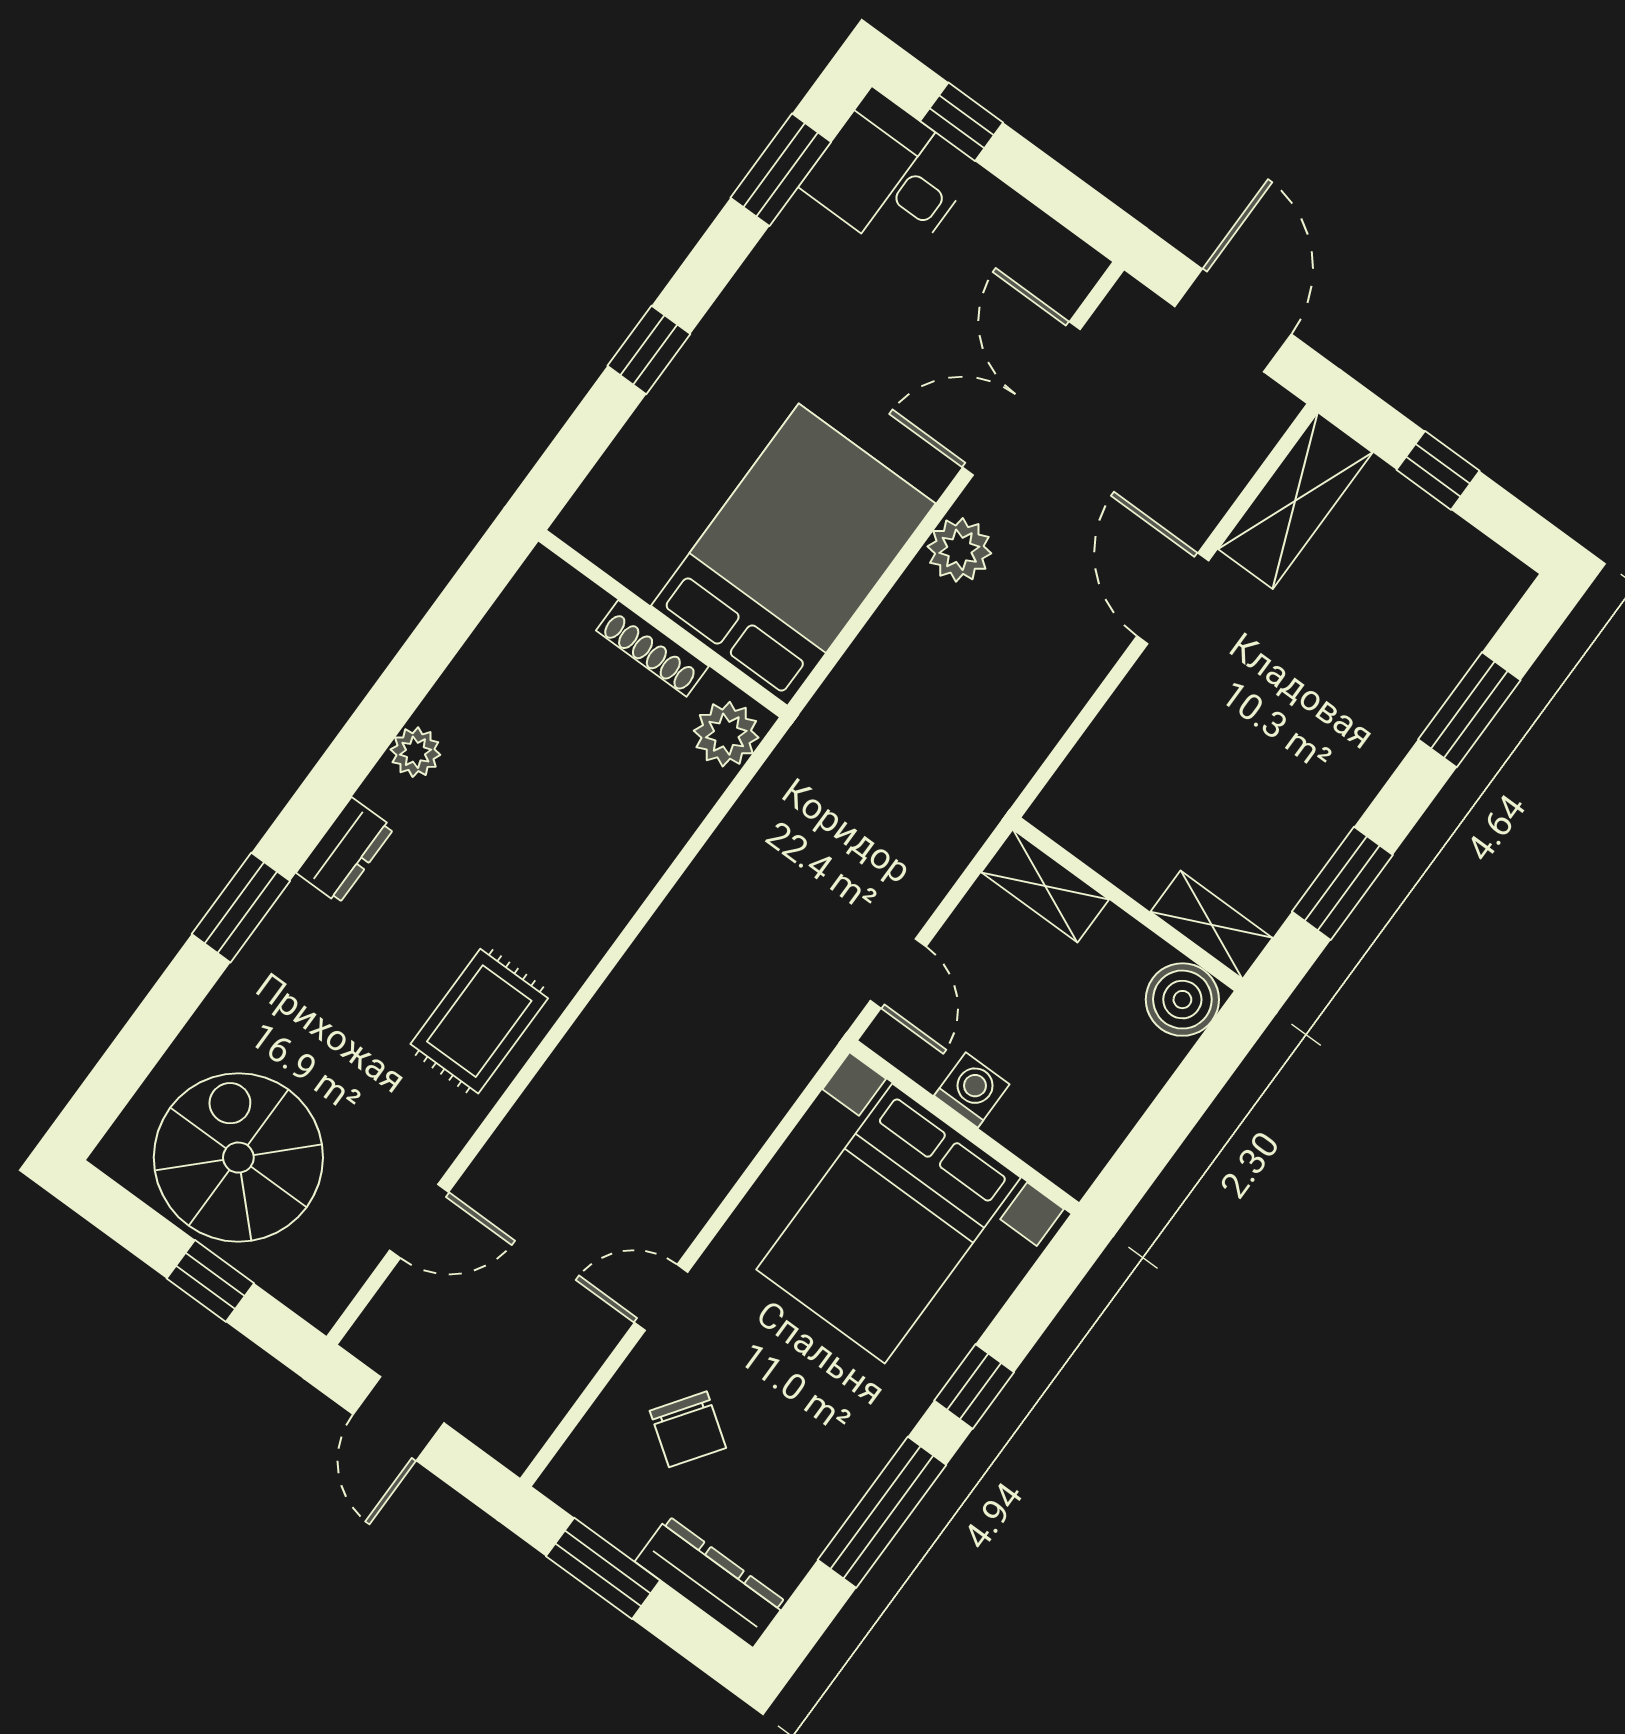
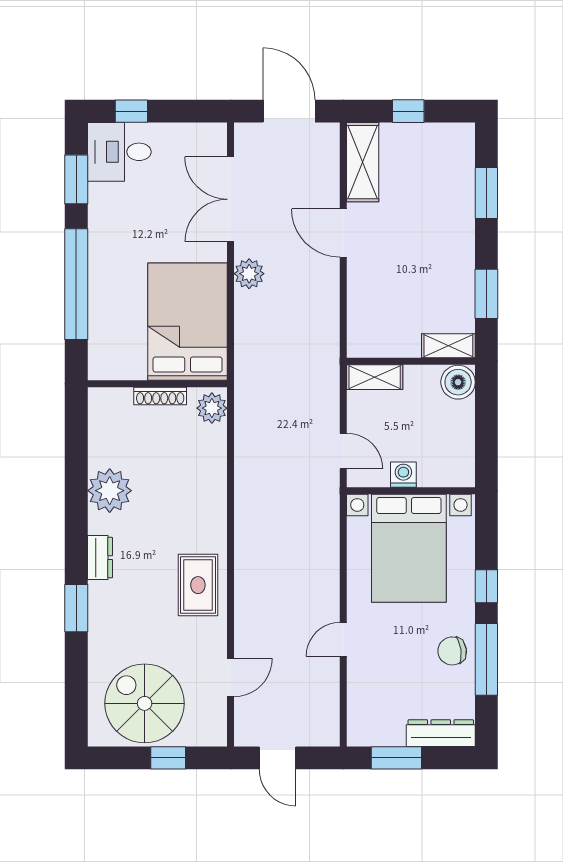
window: (649, 350) -> (76, 284), width x3.17
plant: (415, 752) -> (110, 491), width x1.88, depth x1.88
chair: (688, 1429) -> (452, 651), moved, turned 137

